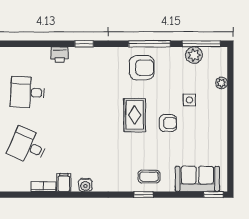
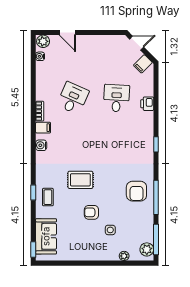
printer: (60, 54) -> (147, 104), moved
plant: (194, 55) -> (147, 249), moved
rug: (135, 115) -> (80, 180), moved
armchair: (168, 123) -> (91, 212), turned 90

